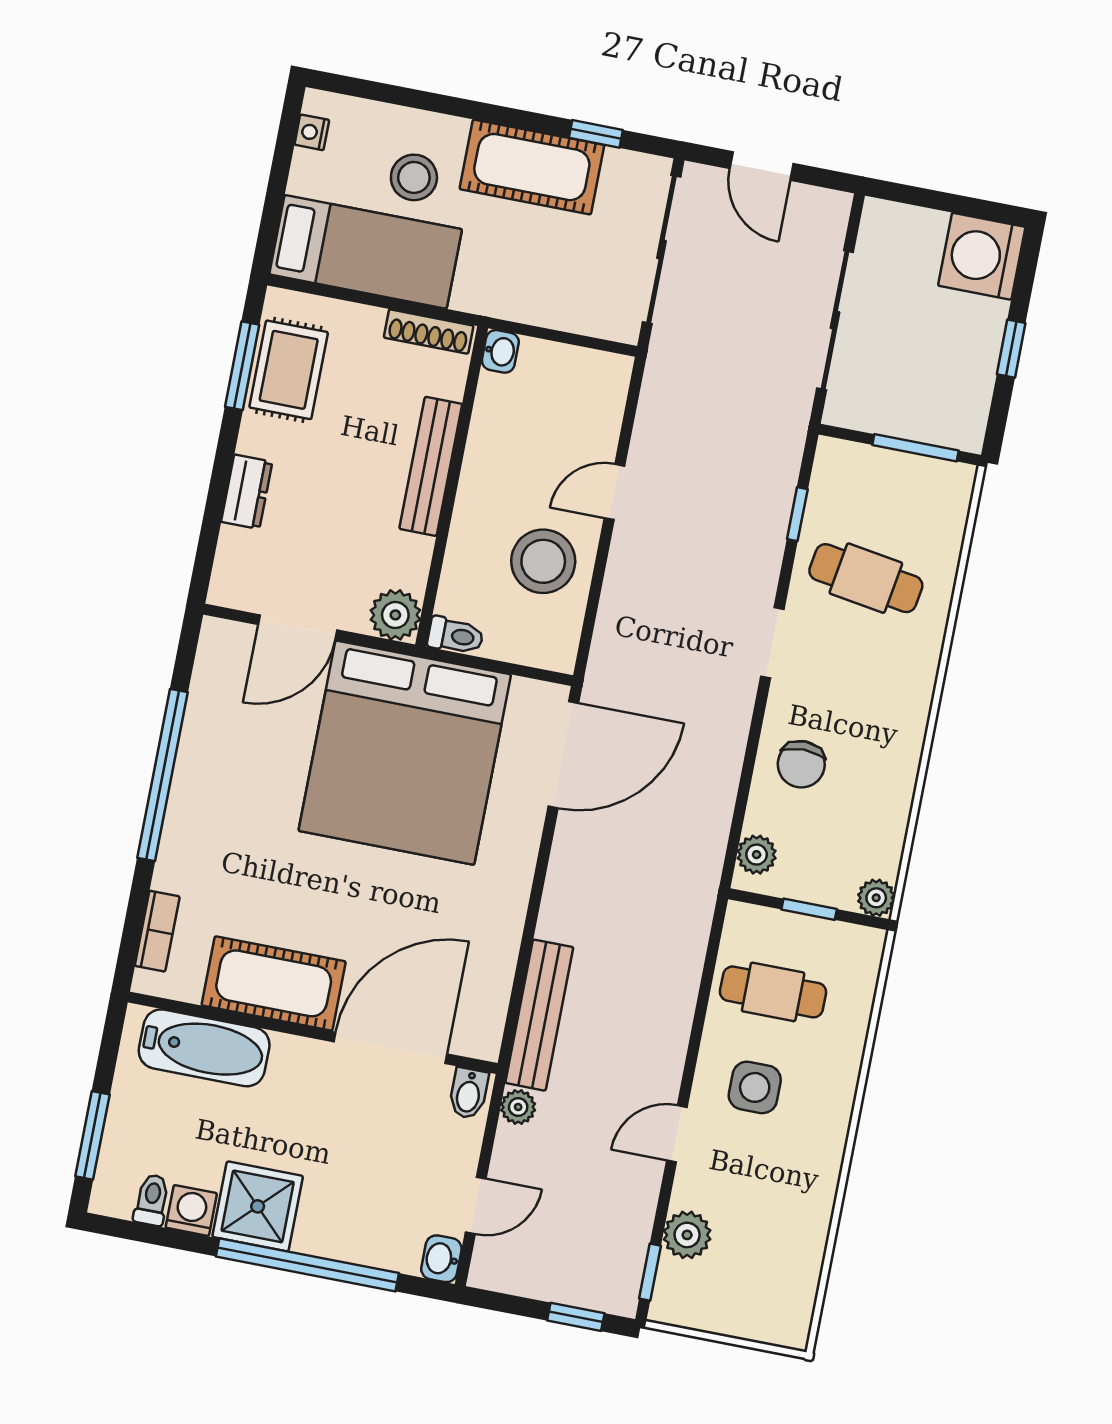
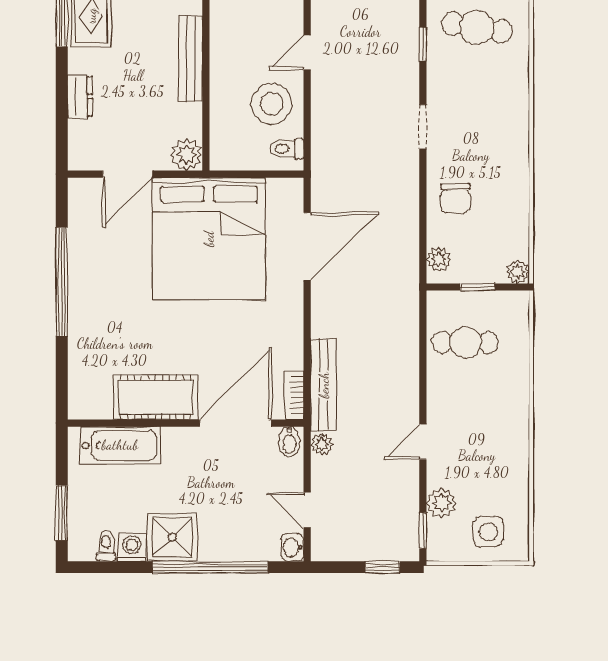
cafe table: (866, 578) -> (477, 28), moved
toilet: (455, 636) -> (287, 149), moved, turned 180
door: (563, 755) -> (307, 246), moved
bookcase: (157, 931) -> (294, 395), moved, turned 180
side table: (755, 1087) -> (488, 532), moved
door: (476, 1205) -> (307, 510), swing flipped

